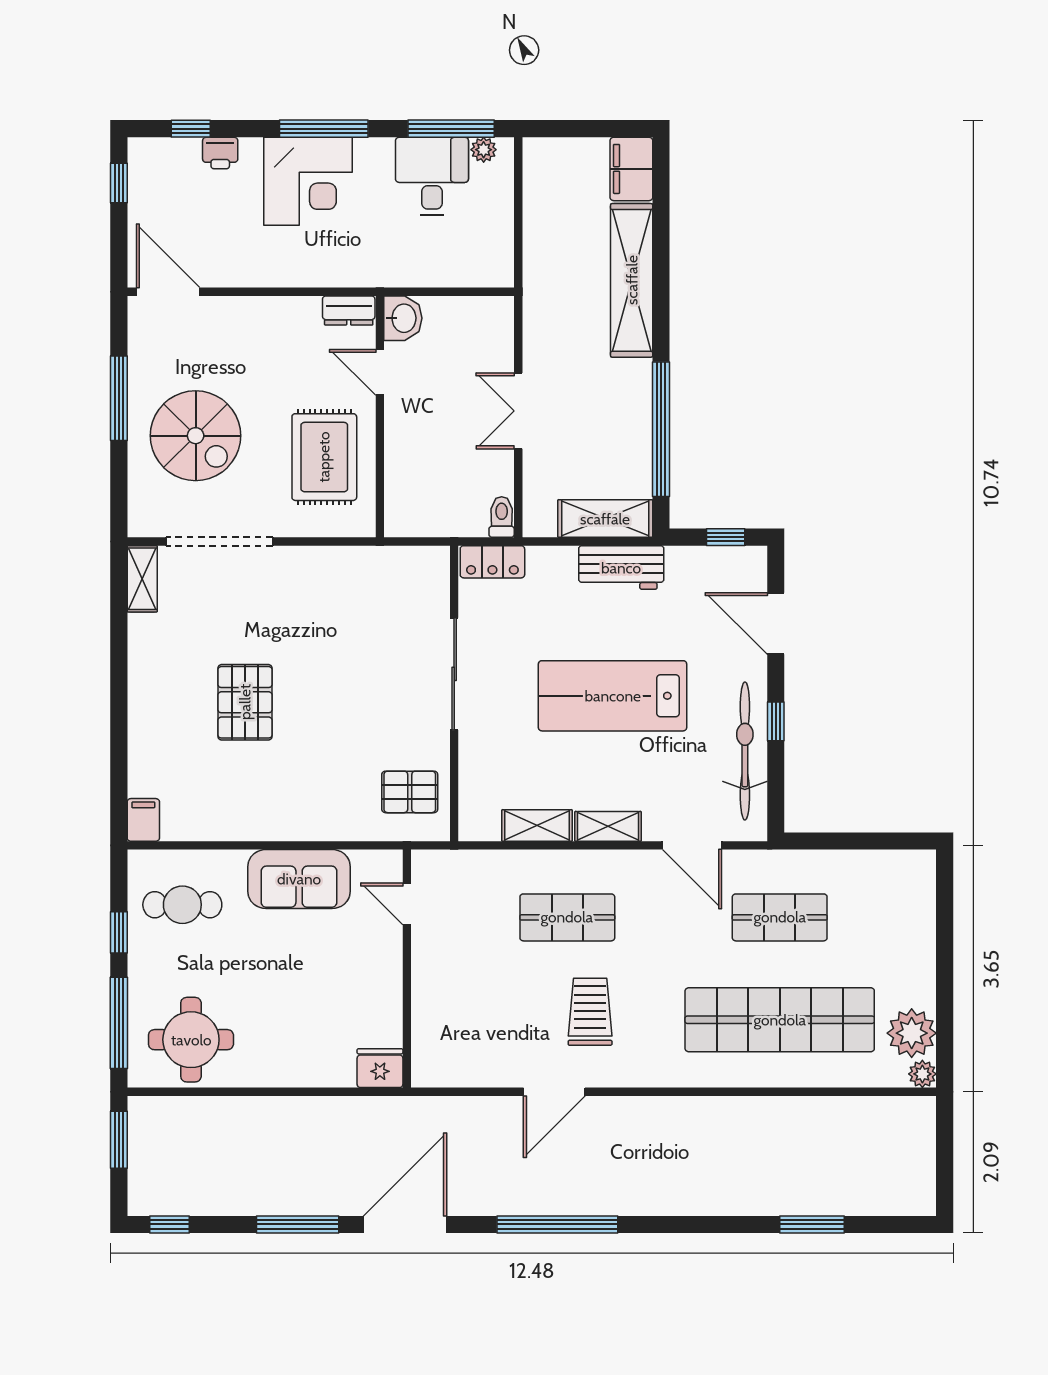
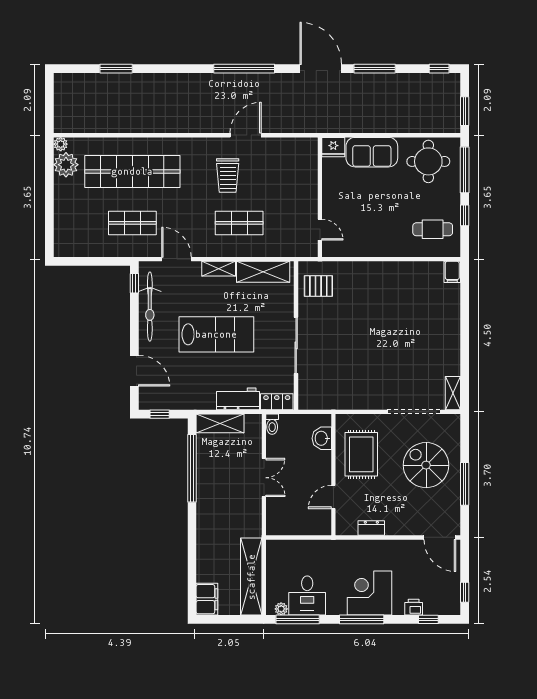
shelving: (632, 280) -> (251, 577), moved
dresser: (349, 310) -> (371, 528), moved
washbasin: (403, 318) -> (322, 438), moved
door: (380, 372) -> (333, 497), swing flipped
workbench: (621, 568) -> (238, 399), moved
pallet: (245, 702) -> (401, 331), removed
window: (776, 721) -> (134, 283), moved
shelving: (537, 825) -> (263, 272), width x1.50, depth x1.33
sofa: (299, 879) -> (372, 152), moved, turned 180
door: (405, 1224) -> (321, 69), swing flipped

